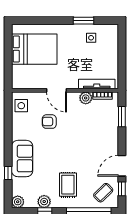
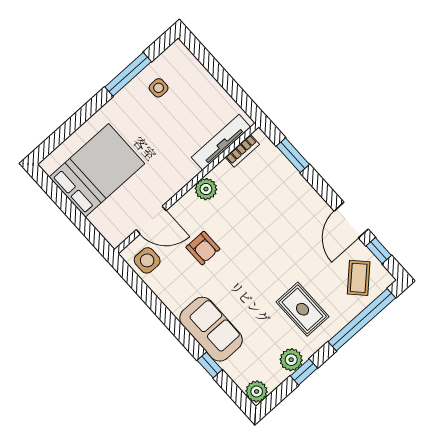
window: (83, 21) -> (128, 74), width x1.44
door: (56, 90) -> (151, 220), moved
plant: (86, 98) -> (206, 189), moved
armchair: (49, 122) -> (203, 248), turned -90

